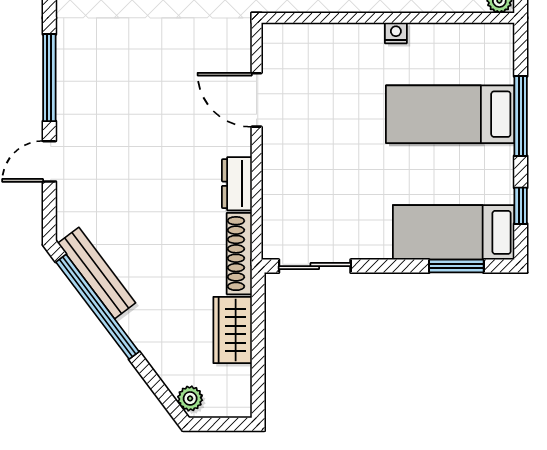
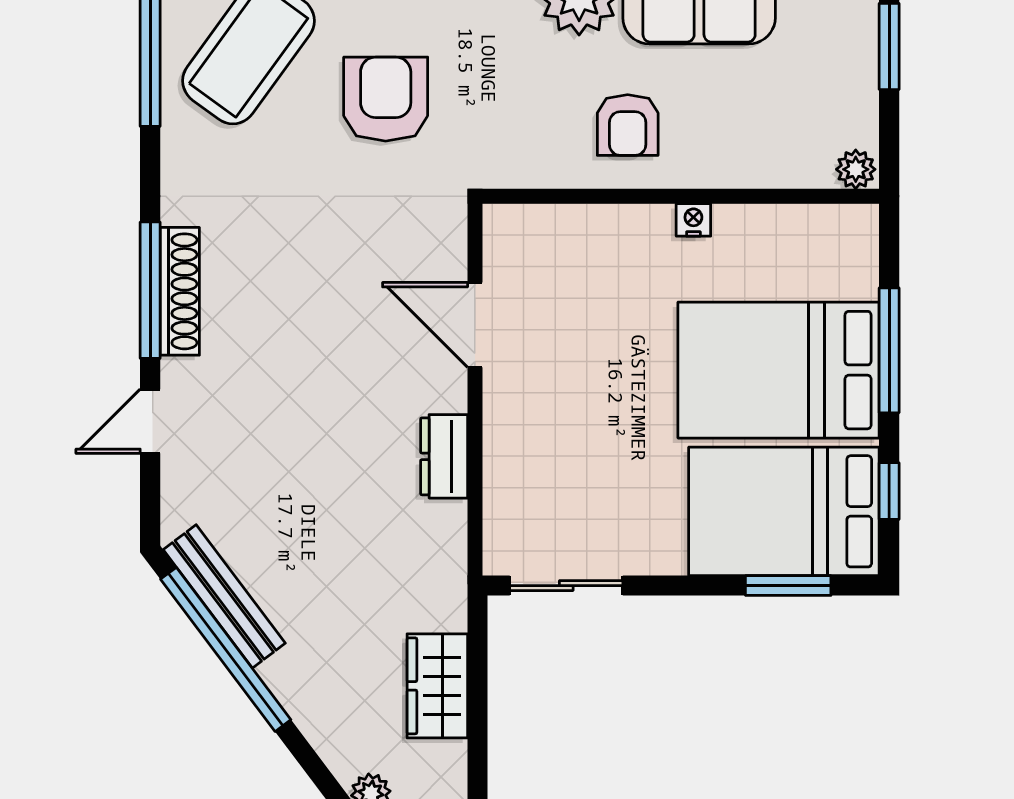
bed: (450, 114) -> (779, 370), width x1.50
bed: (454, 232) -> (784, 511), width x1.50
shoe rack: (239, 254) -> (180, 291), moved, turned 180

